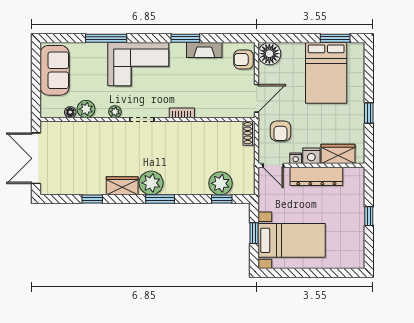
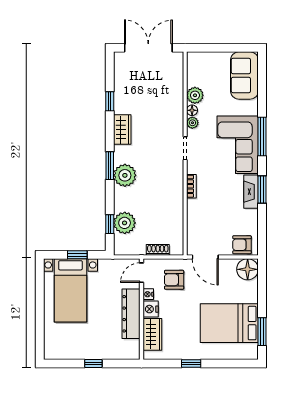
window: (106, 38) -> (262, 136), moved
fireplace: (204, 50) -> (251, 192), moved
armchair: (244, 60) -> (242, 245), turned -90
sofa: (55, 70) -> (244, 75), moved, turned 90
floor lamp: (70, 112) -> (192, 110), moved
shoe rack: (249, 133) -> (158, 250), moved
plant: (151, 183) -> (125, 175), moved

